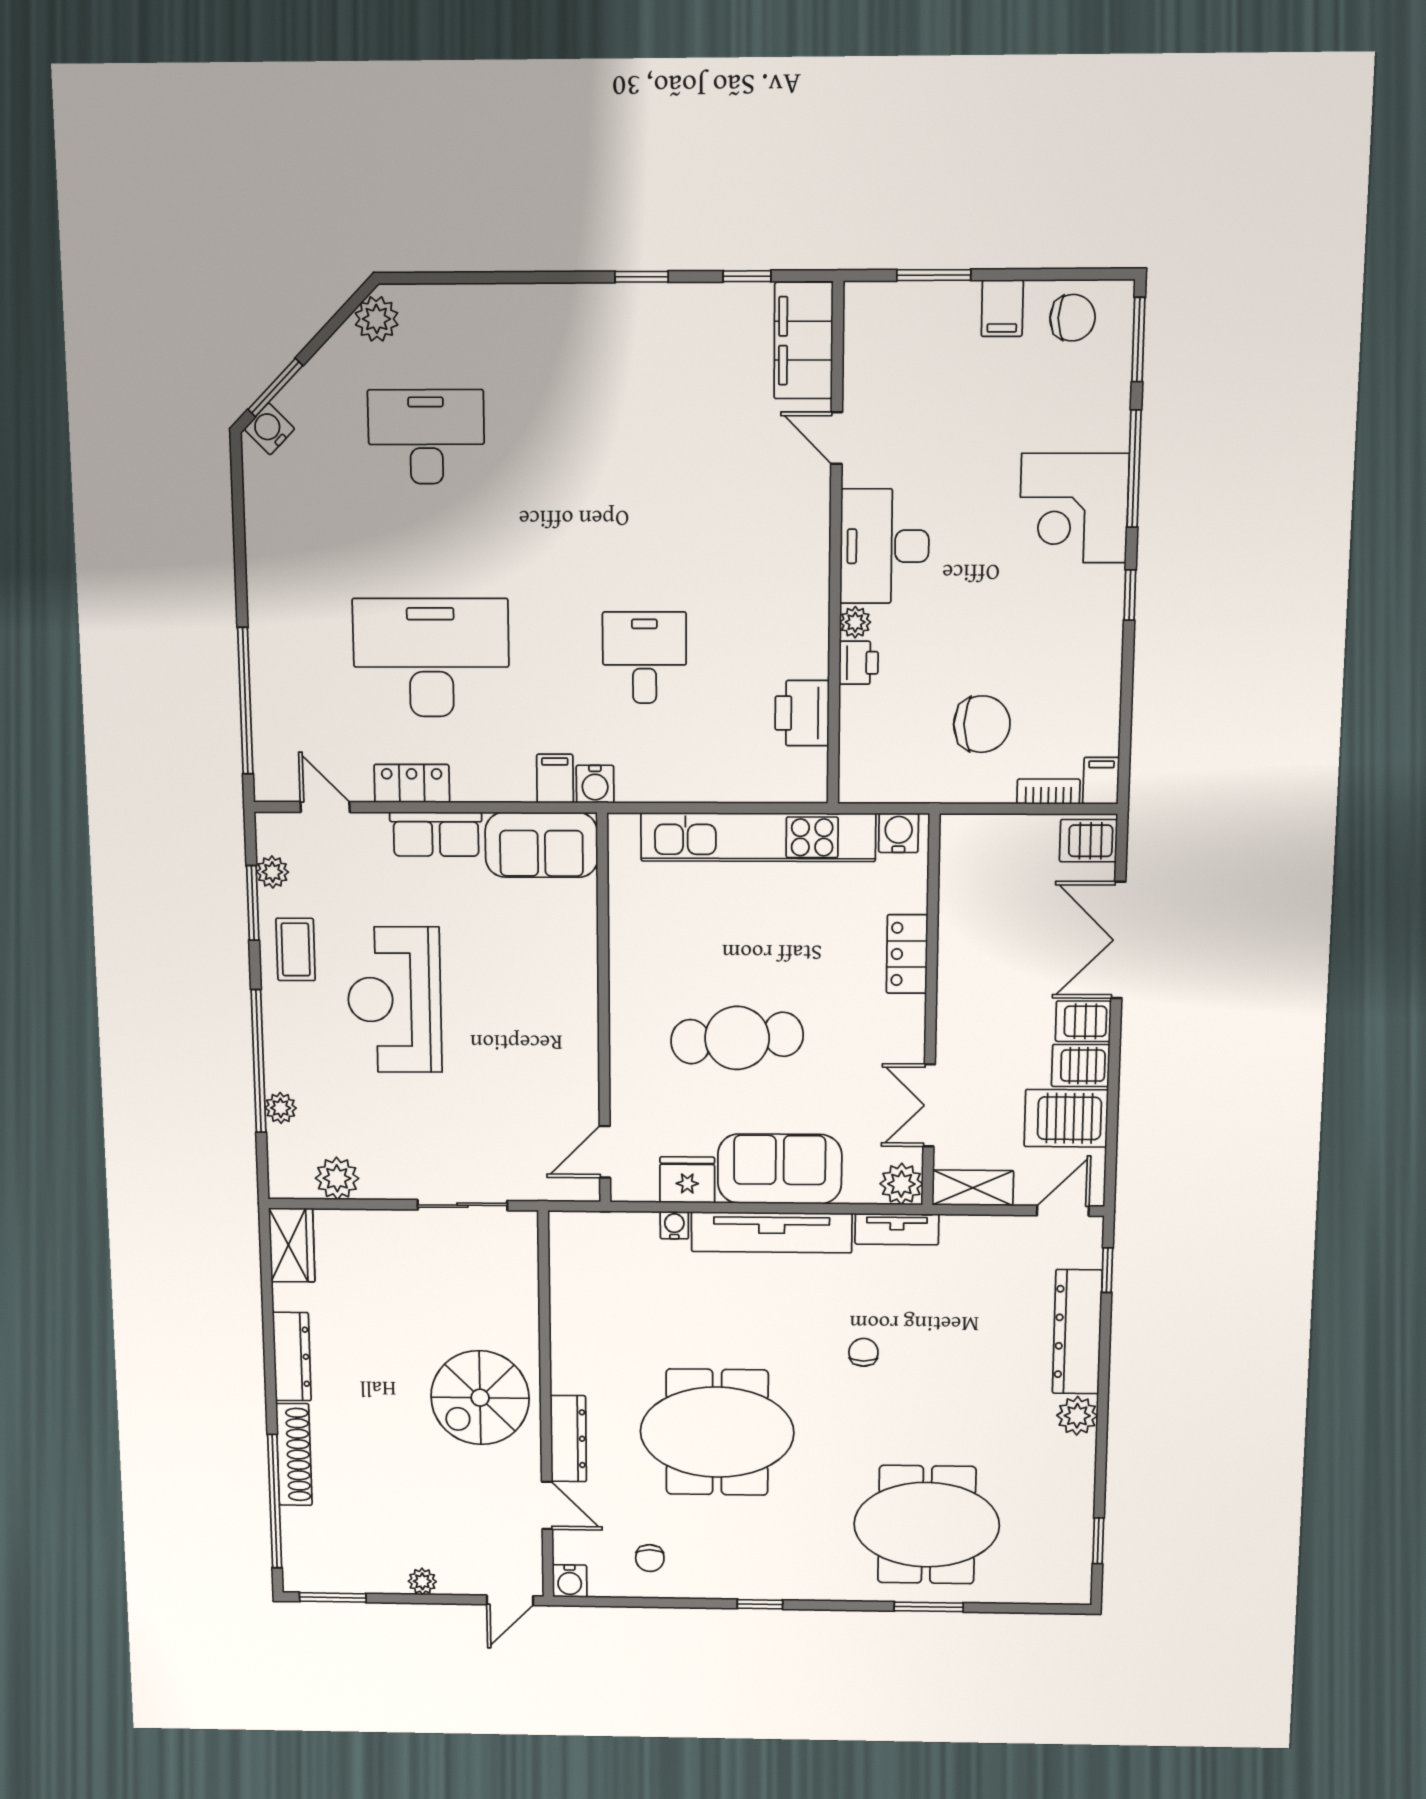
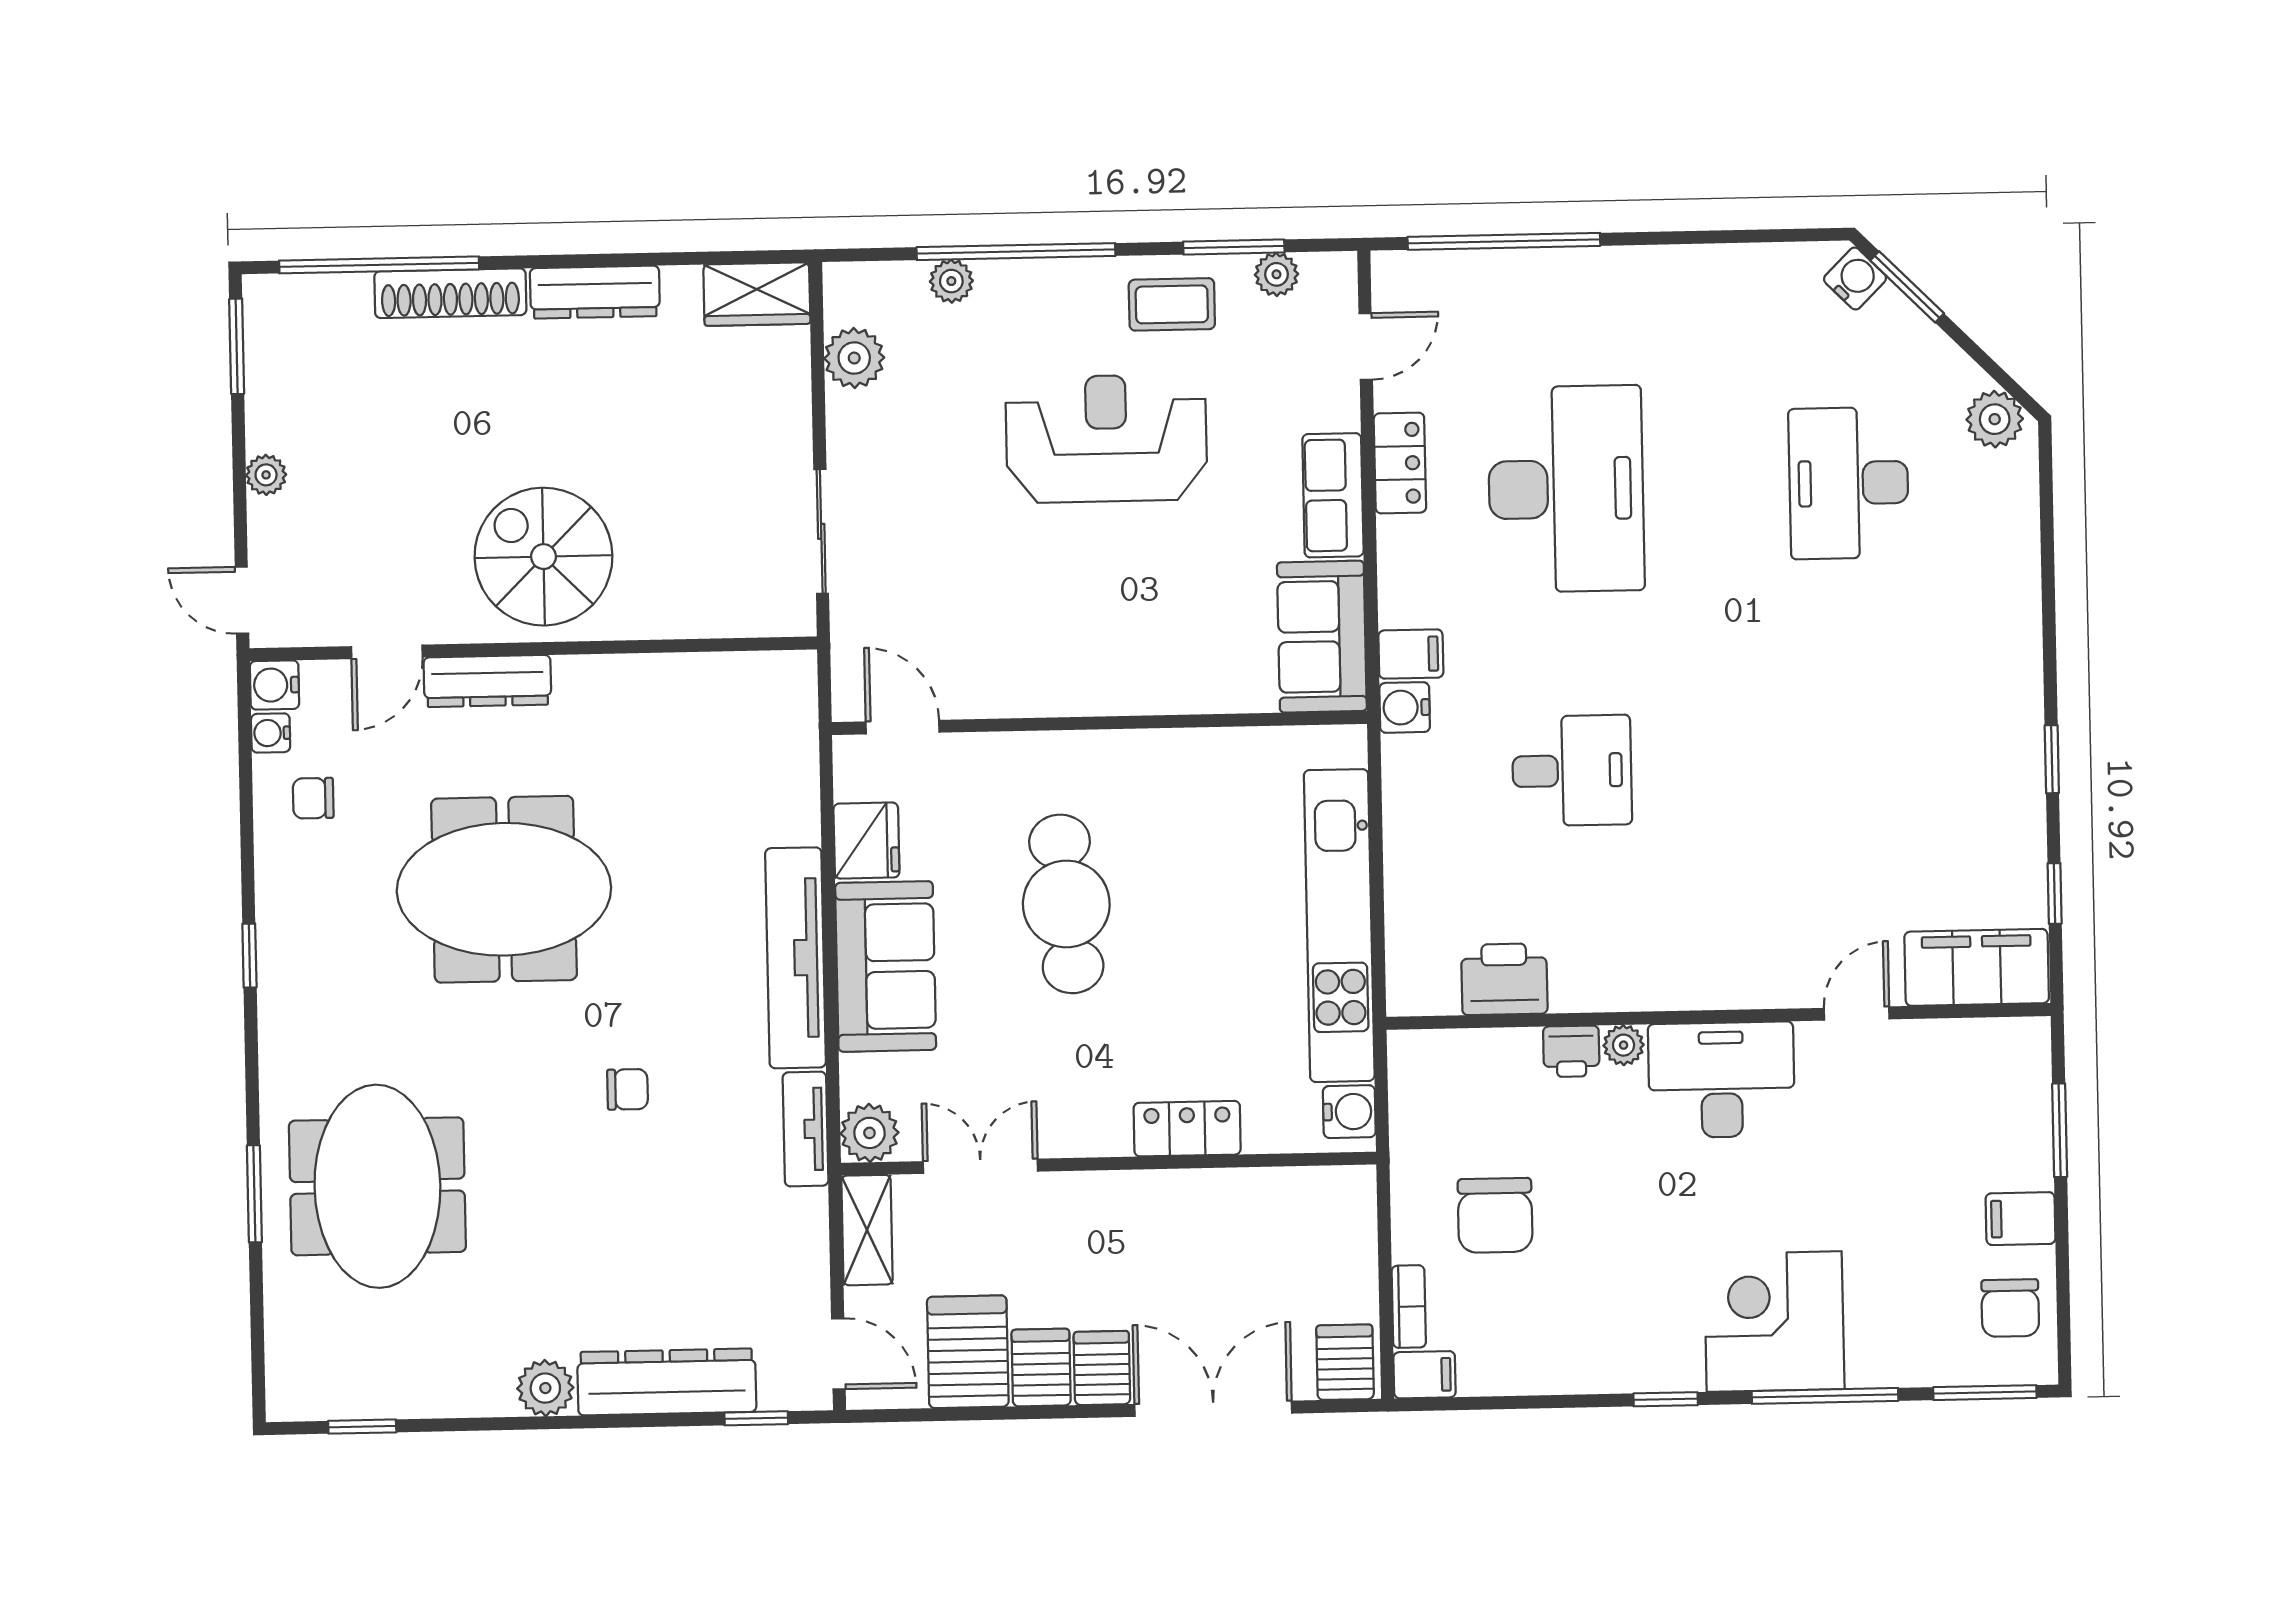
desk: (426, 437) -> (1849, 483), turned 180
water cooler: (674, 1225) -> (271, 733), moved, turned 180
meeting table: (717, 1432) -> (504, 889), turned 90

